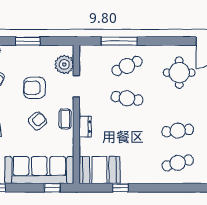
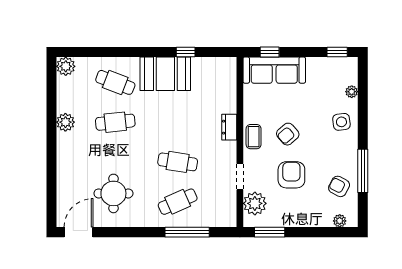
window: (28, 41) -> (270, 232), moved
armchair: (34, 88) -> (291, 175), turned -90
cafe table: (178, 163) -> (115, 82), turned 36
sofa: (39, 170) -> (274, 70), width x0.74, depth x0.79
booth: (99, 170) -> (165, 74), moved

